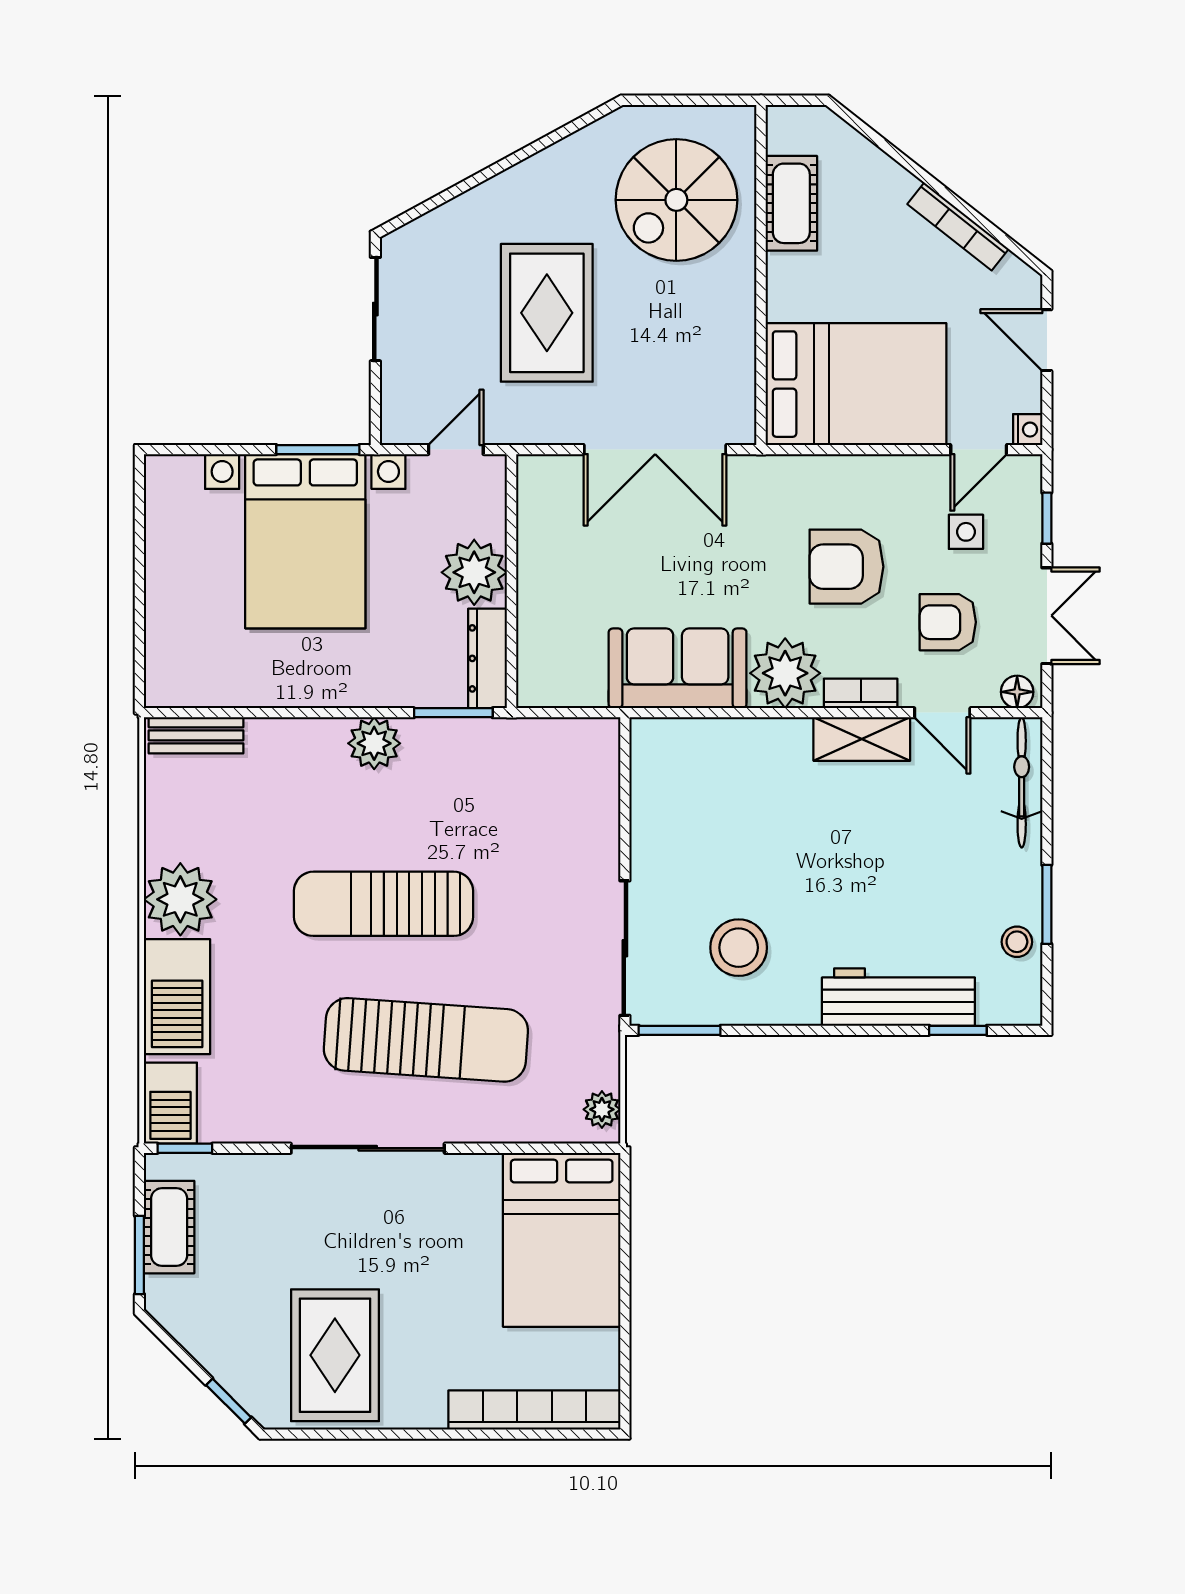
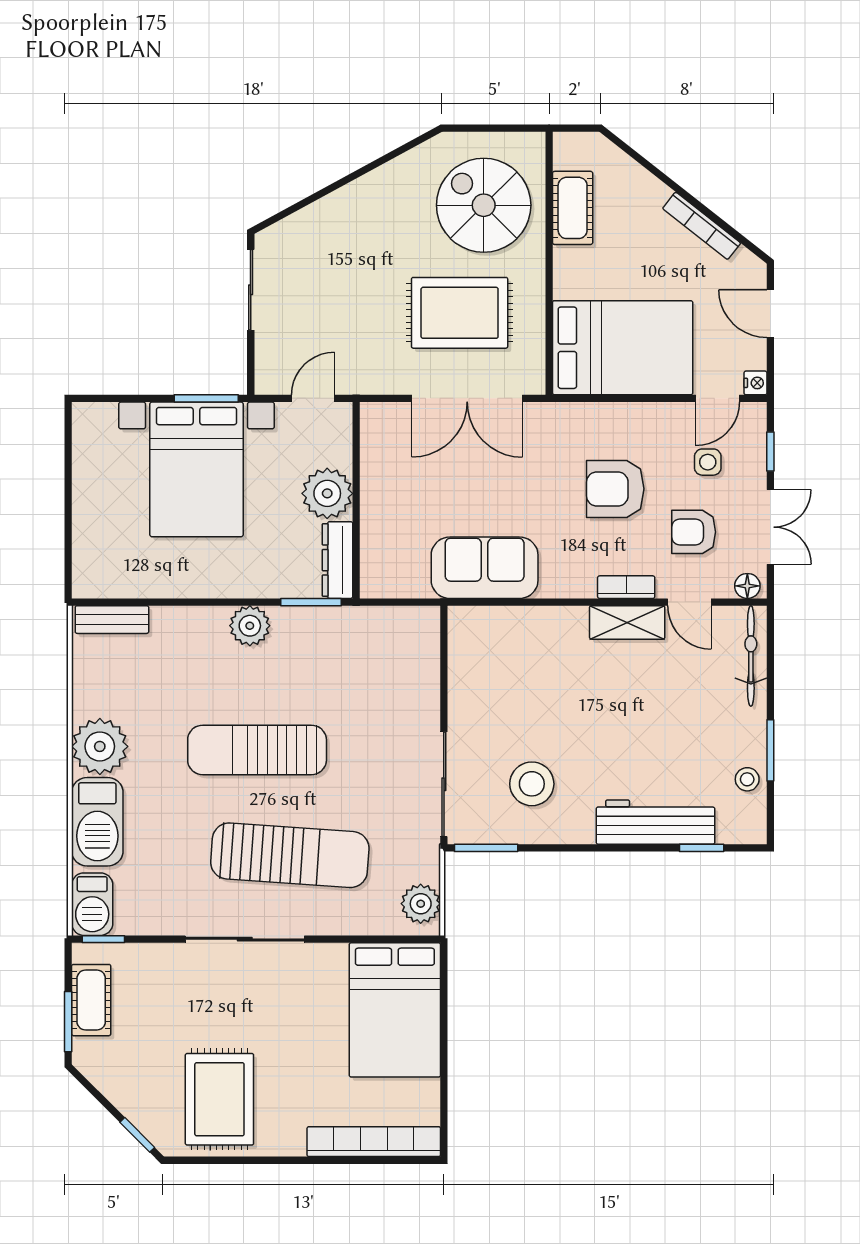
spiral stairs: (676, 200) -> (484, 205), turned 90
rug: (547, 313) -> (460, 313), moved, turned 90
plant: (785, 673) -> (568, 571), removed
plant: (602, 1109) -> (421, 904), width x1.38, depth x1.38

